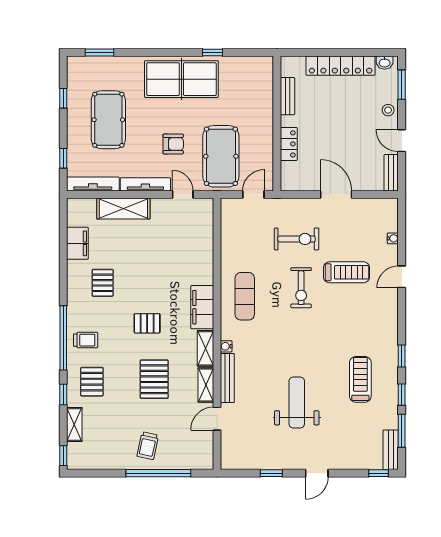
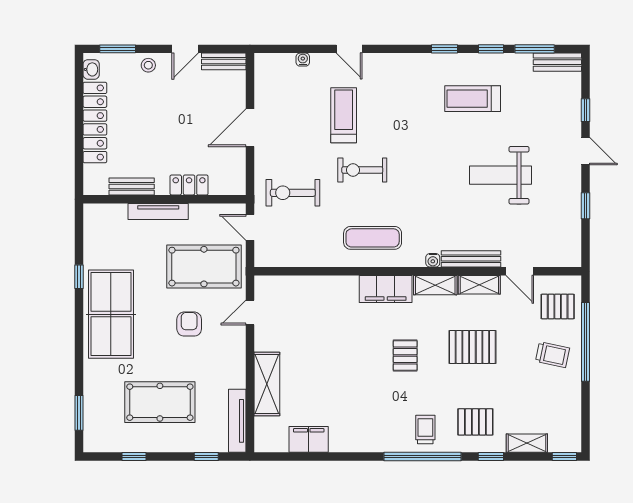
tv unit: (145, 184) -> (158, 211), moved, turned -90
exercise bike: (297, 239) -> (293, 193), moved, turned -90
pallet: (103, 283) -> (558, 306), moved
exercise bike: (301, 288) -> (362, 170), turned 180
window: (378, 473) -> (585, 110), moved

